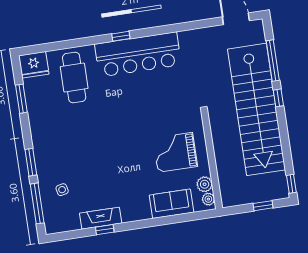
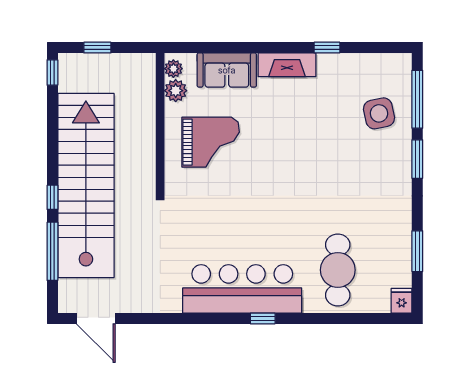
fridge: (34, 65) -> (402, 301), width x0.53, depth x0.75
side table: (62, 190) -> (379, 113), width x1.87, depth x1.87
fireplace: (101, 218) -> (287, 65), moved

